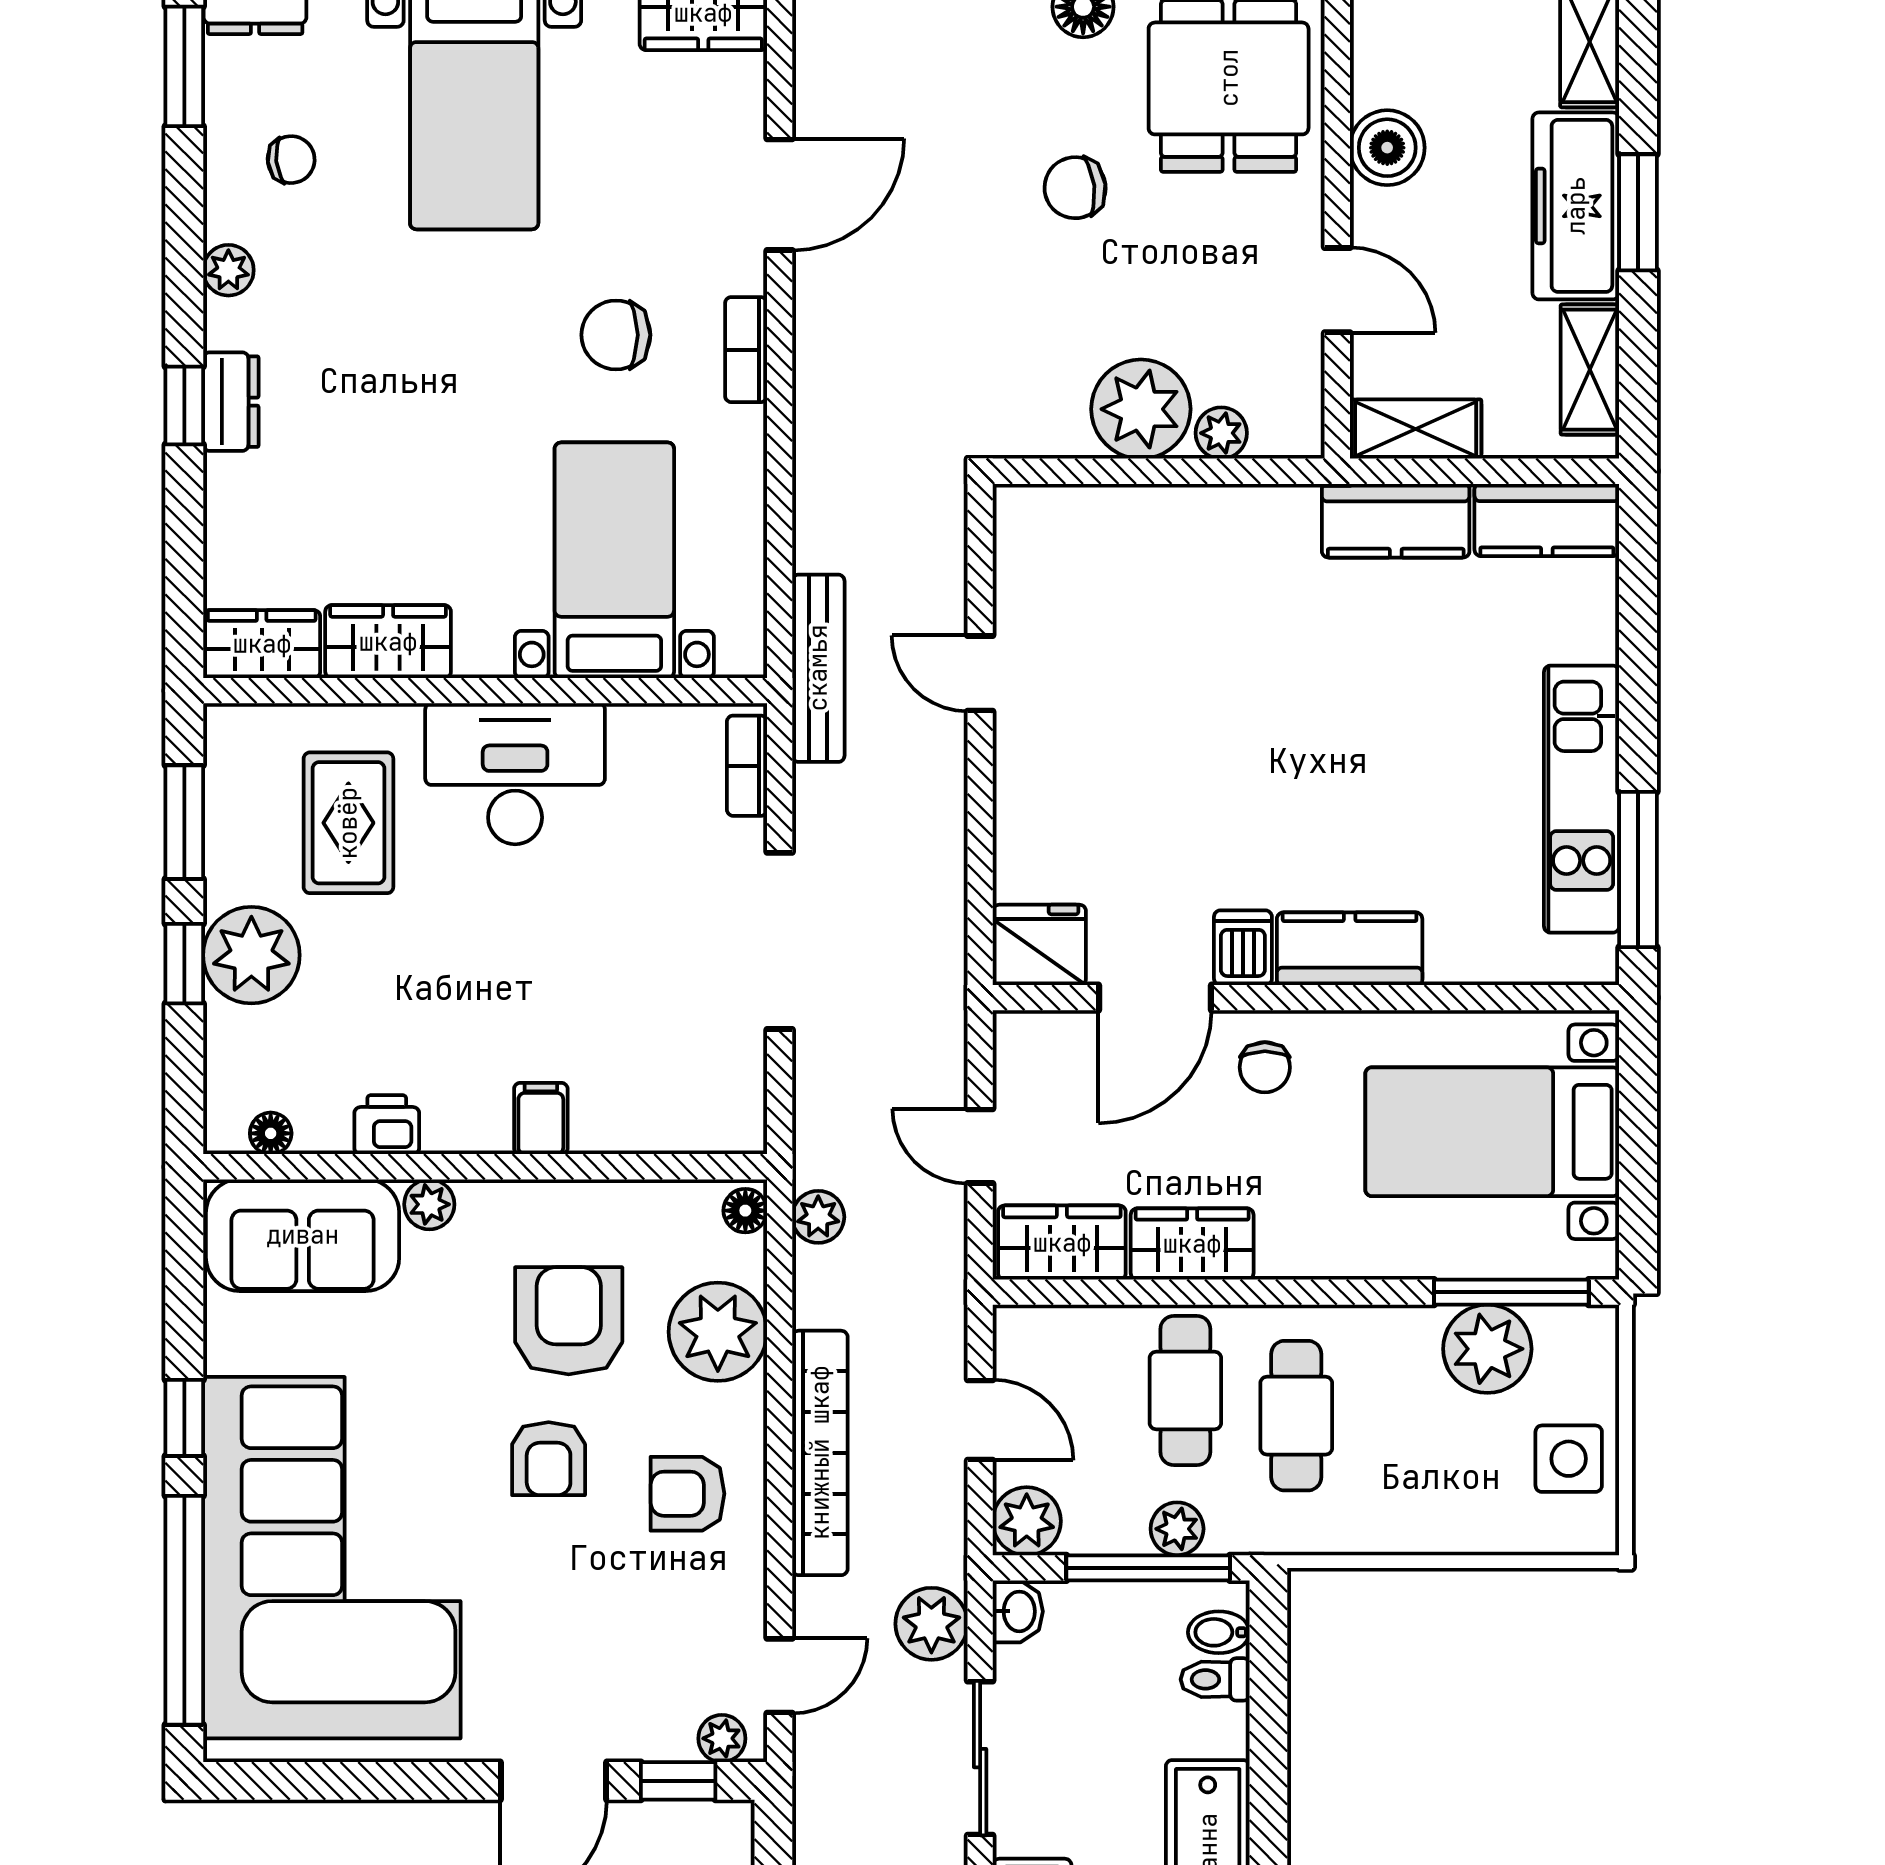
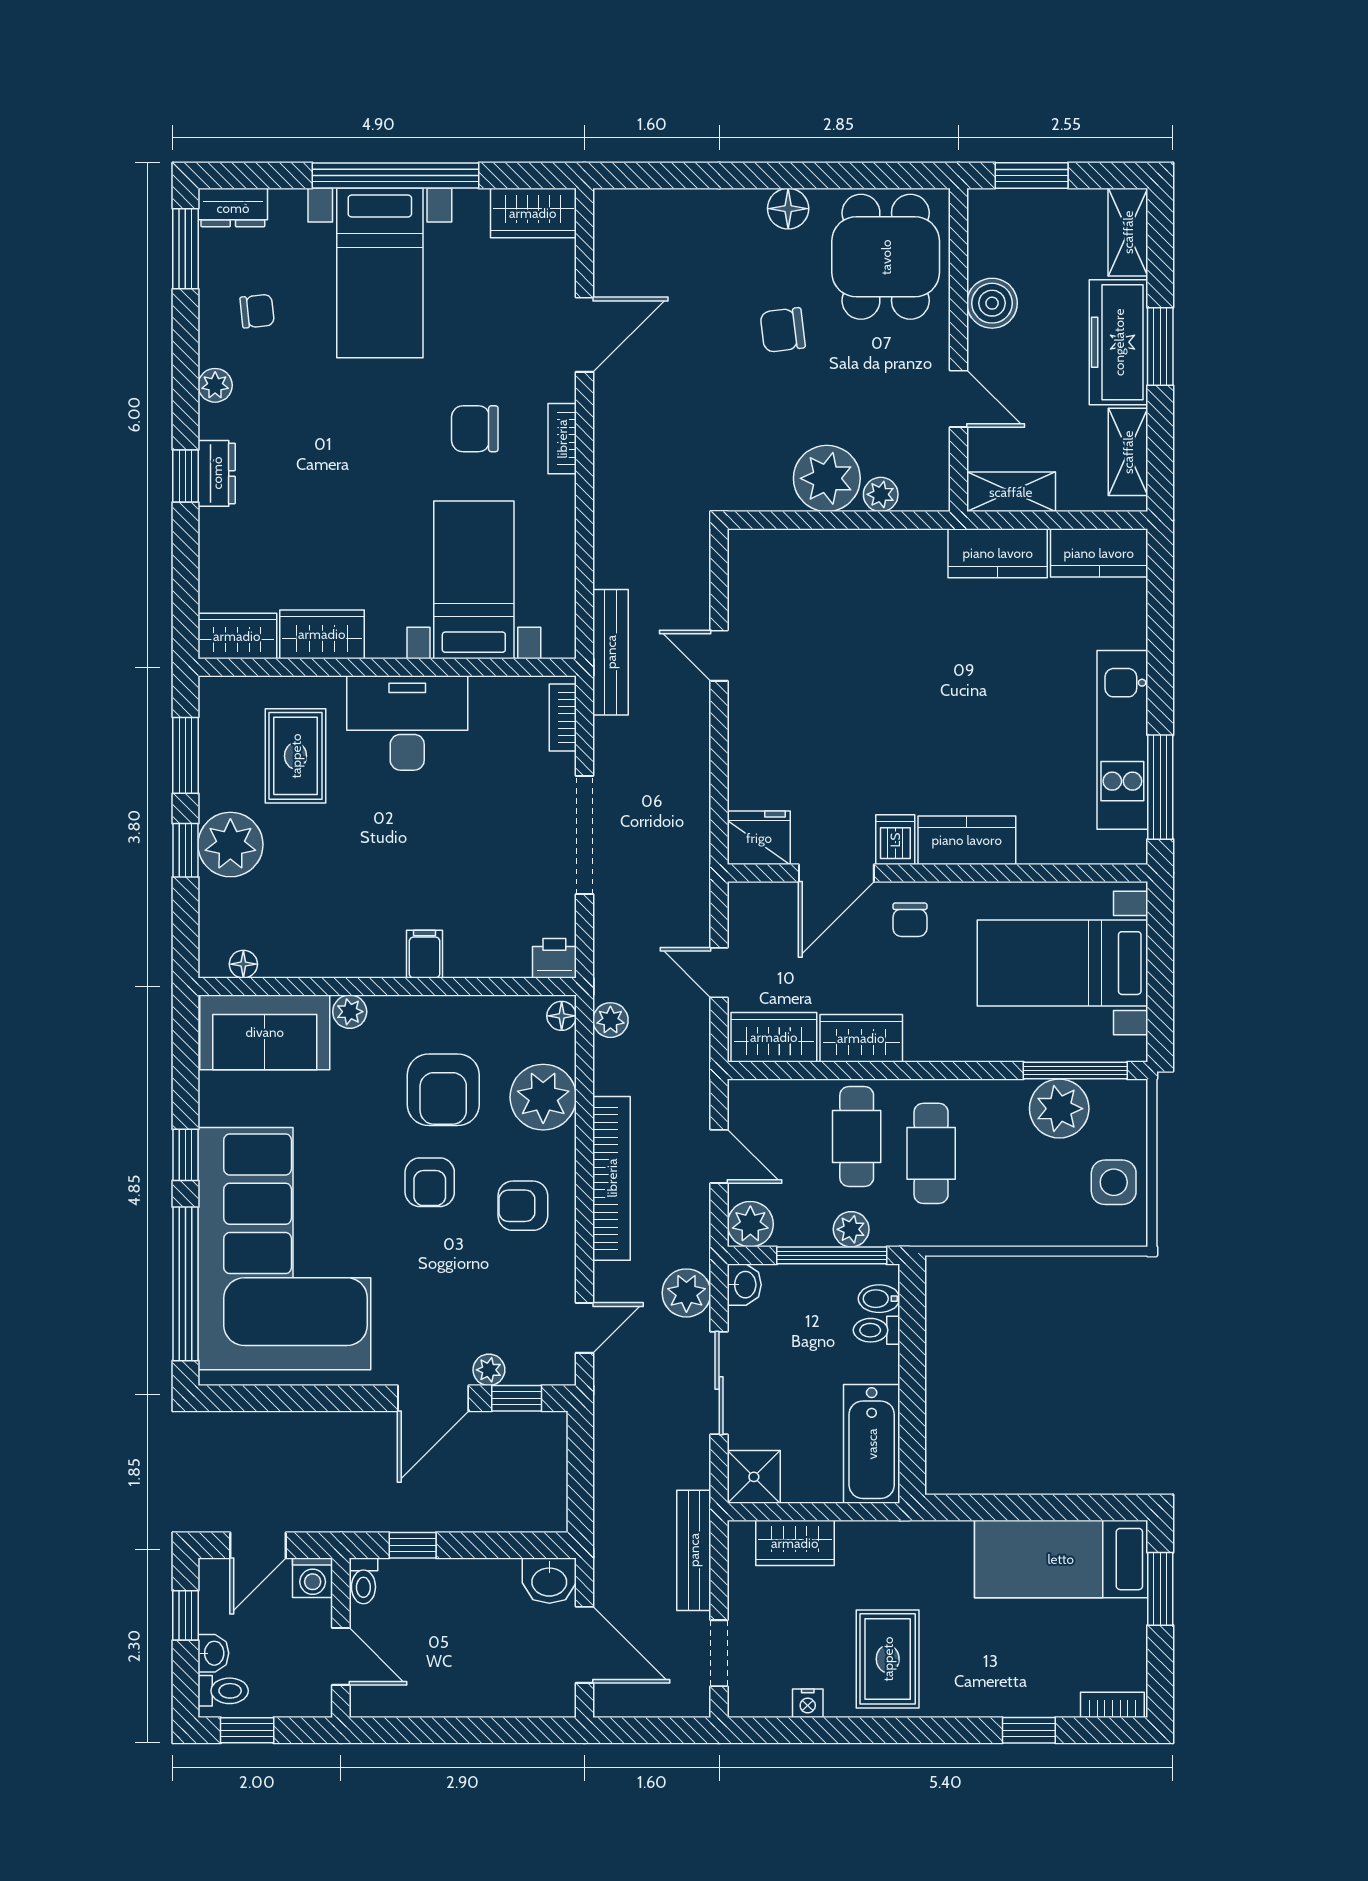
printer: (387, 1125) -> (554, 958), moved
armchair: (569, 1321) -> (443, 1090), turned 180
plant: (722, 1738) -> (489, 1370), moved

